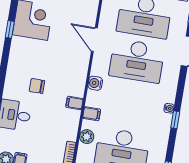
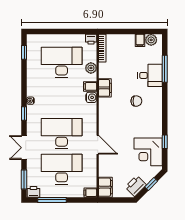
water cooler: (95, 83) -> (91, 97), moved
filing cabinet: (74, 103) -> (105, 88), width x2.00
window: (175, 120) -> (24, 113), moved

